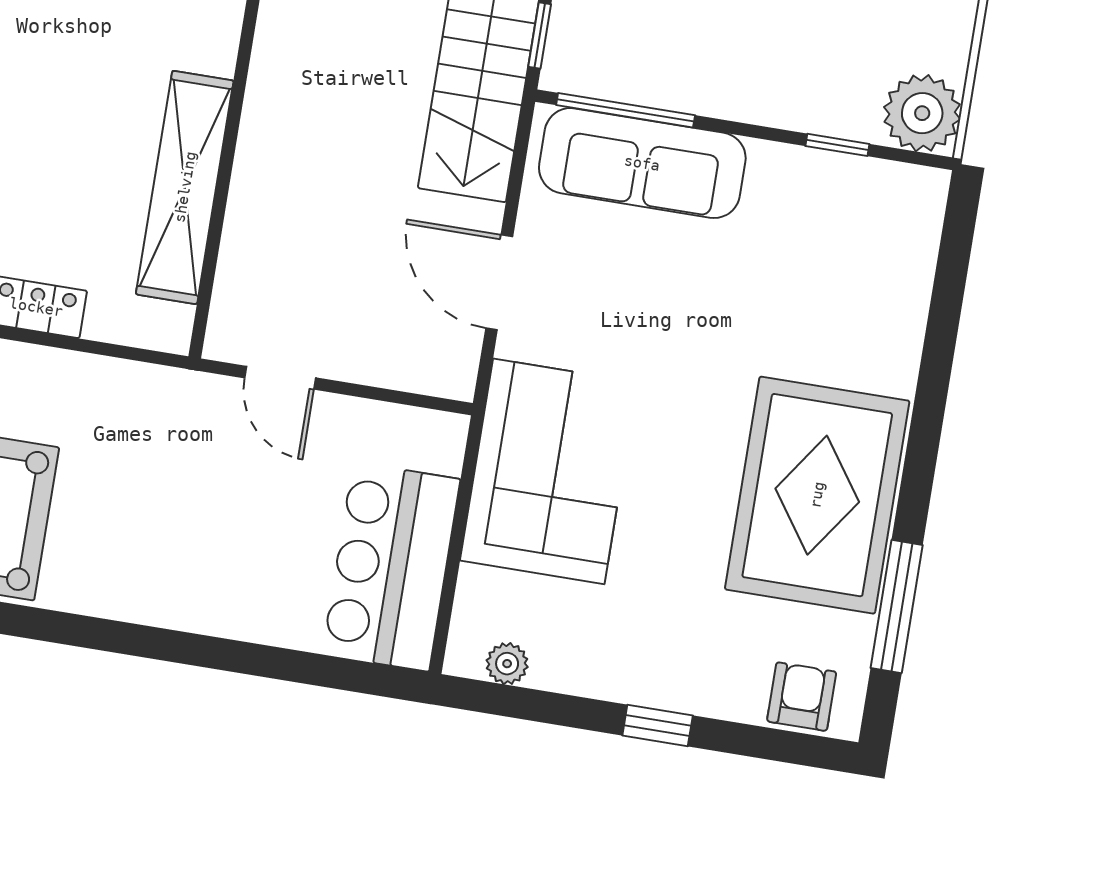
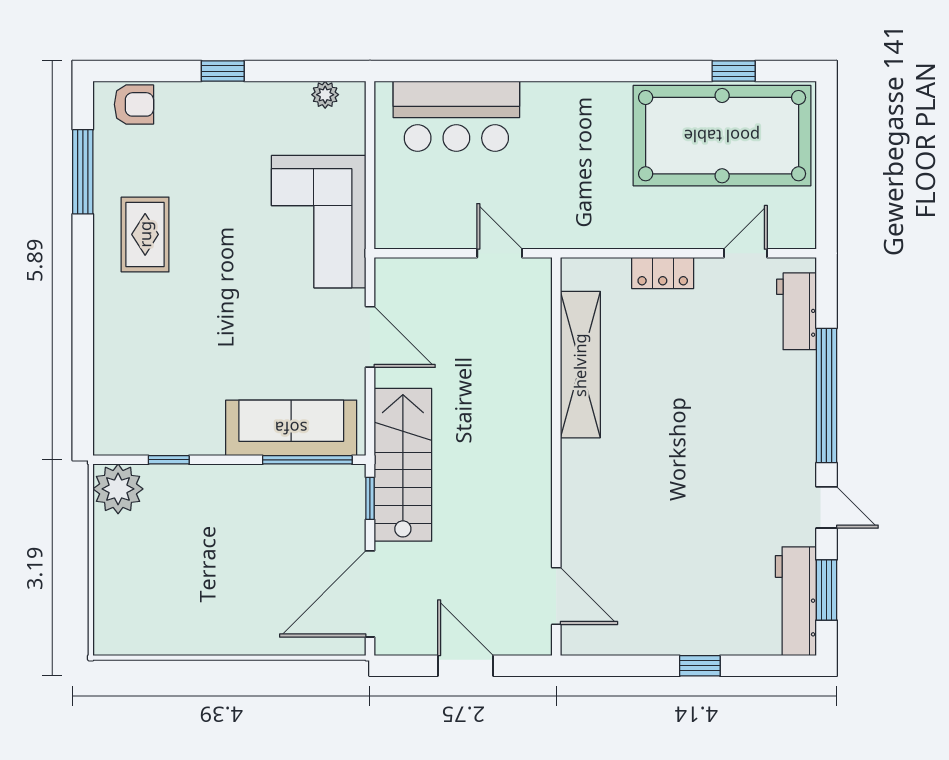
rug: (817, 495) -> (145, 234), width x0.54, depth x0.49
bar counter: (391, 567) -> (456, 116), moved, turned 90
armchair: (802, 697) -> (134, 104), turned -90

